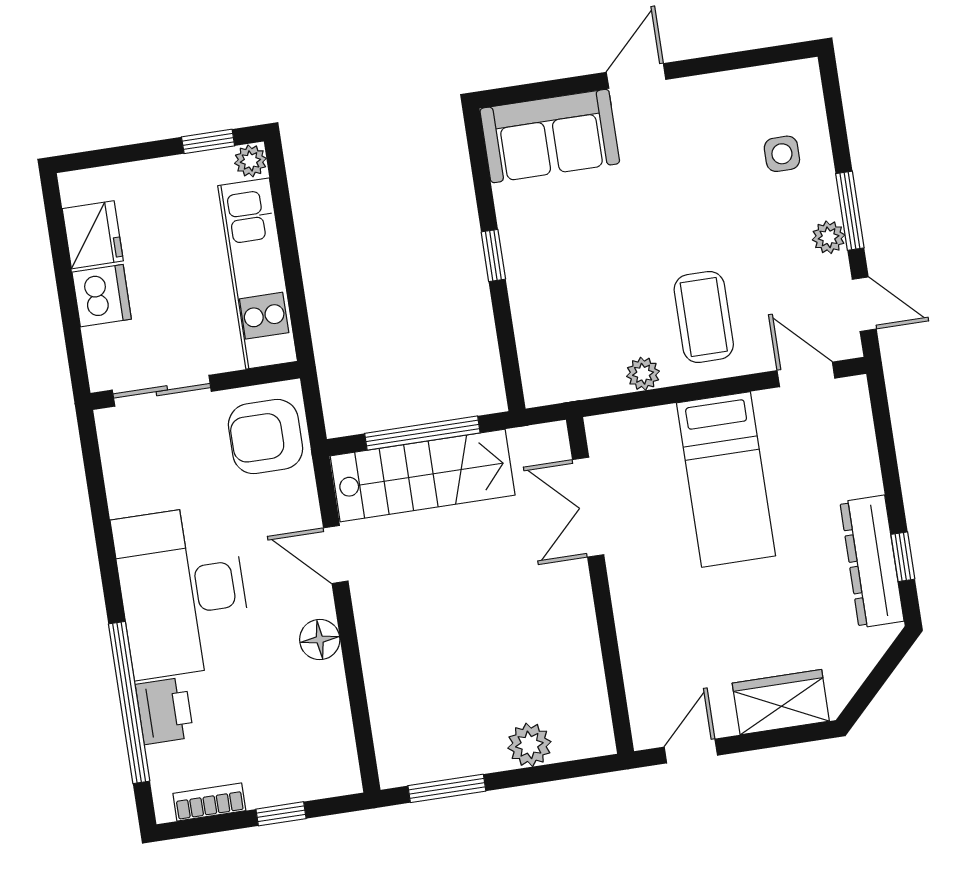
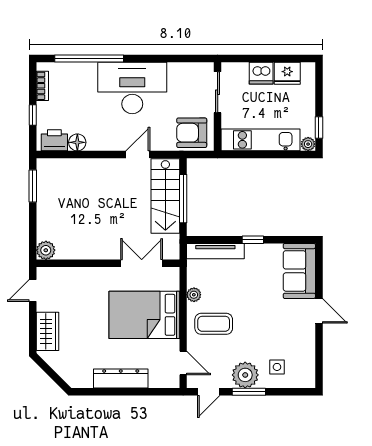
plant: (829, 237) -> (245, 375), width x1.88, depth x1.88
tv unit: (533, 339) -> (215, 251), added
door: (806, 374) -> (183, 363), hinge flipped
armchair: (266, 437) -> (192, 133), turned -90
bed: (726, 479) -> (144, 315), width x1.50
window: (903, 557) -> (101, 392), removed
dresser: (872, 562) -> (121, 379), moved
floor lamp: (320, 640) -> (77, 142), moved
printer: (165, 711) -> (54, 140), moved, turned 180
plant: (529, 745) -> (46, 250), moved
door: (691, 751) -> (33, 291), swing flipped

